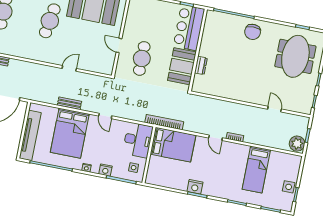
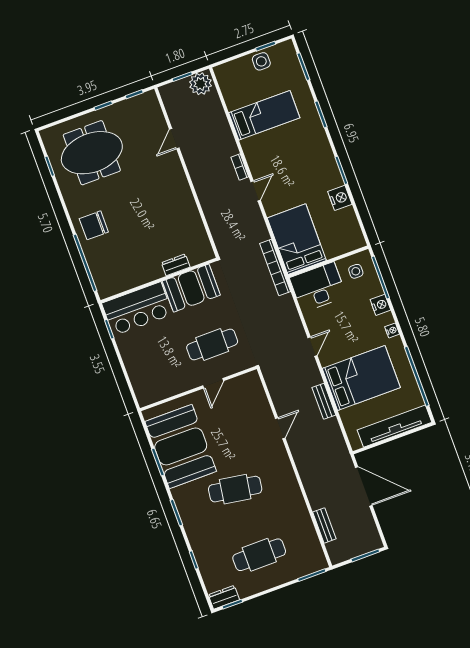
chair: (253, 32) -> (94, 225), turned 180
door: (69, 68) -> (280, 428), swing flipped
nightstand: (195, 187) -> (340, 198), moved

